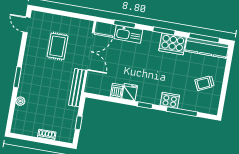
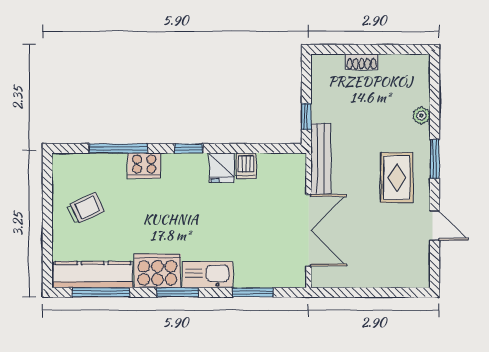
door: (27, 25) -> (435, 226), moved
kitchen sink: (128, 34) -> (208, 275), moved
rug: (57, 46) -> (397, 178), moved
double door: (90, 51) -> (309, 230), swing flipped
window: (79, 123) -> (306, 117), moved

